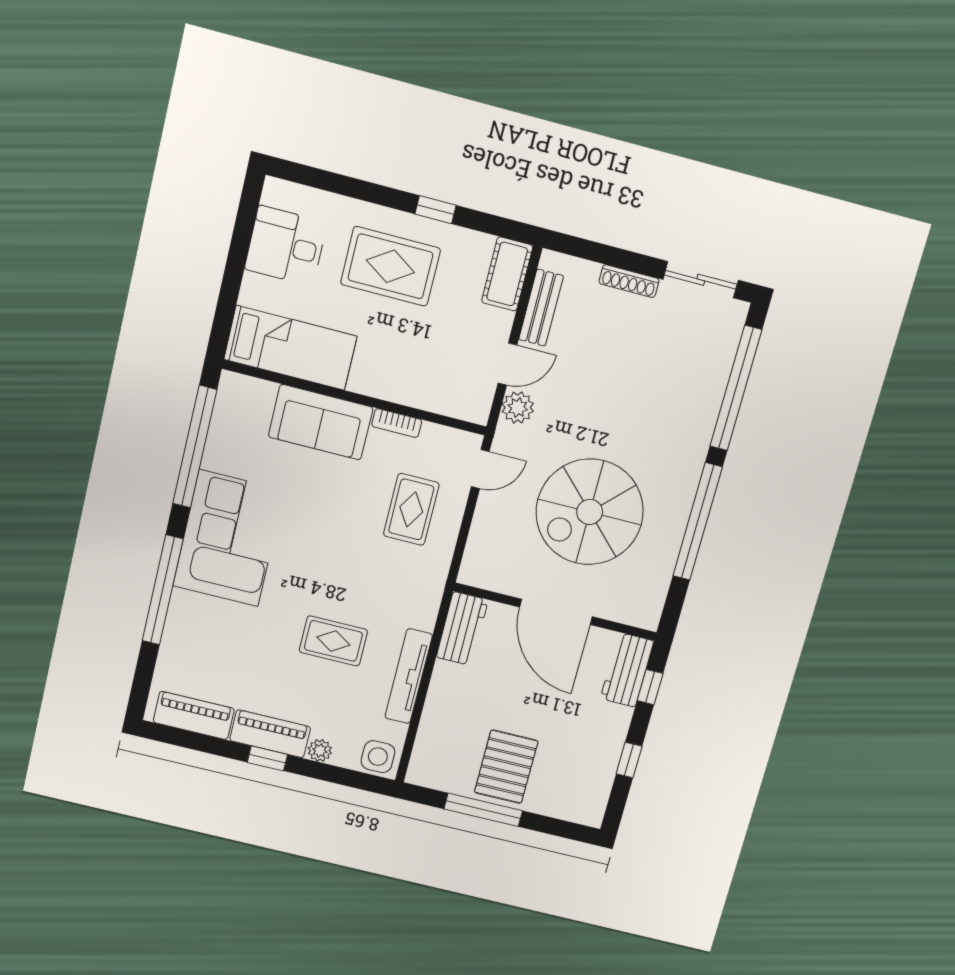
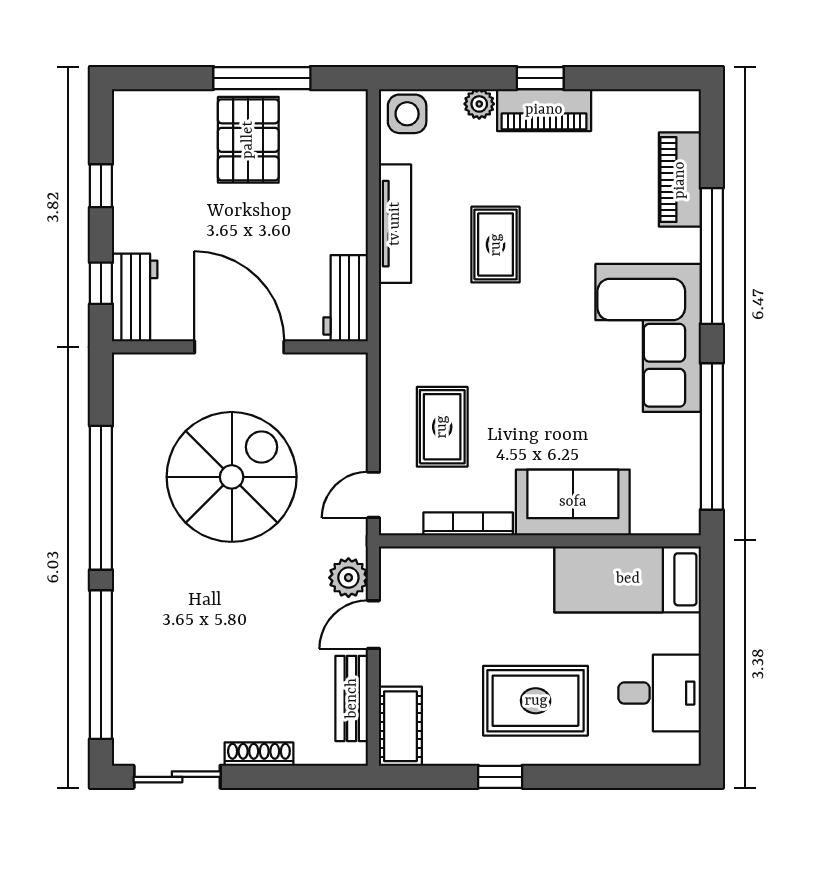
bookcase: (397, 423) -> (468, 524), width x1.56
rug: (333, 641) -> (496, 245), turned 90
piano: (194, 715) -> (680, 180), moved, turned 90

